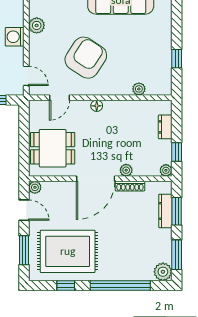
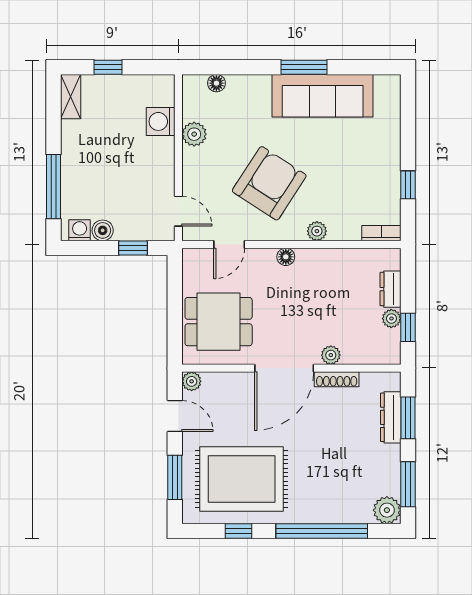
washing machine: (15, 37) -> (161, 121), moved
plant: (139, 89) -> (317, 231), moved
bookcase: (159, 90) -> (381, 233), added
plant: (166, 170) -> (391, 319), moved

